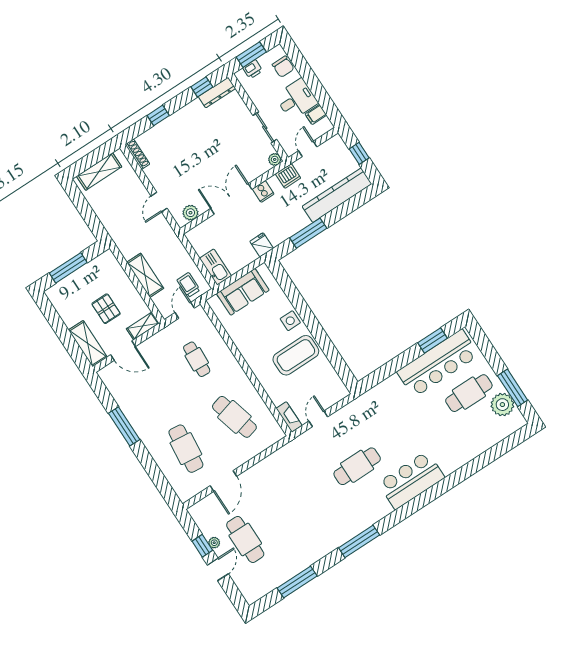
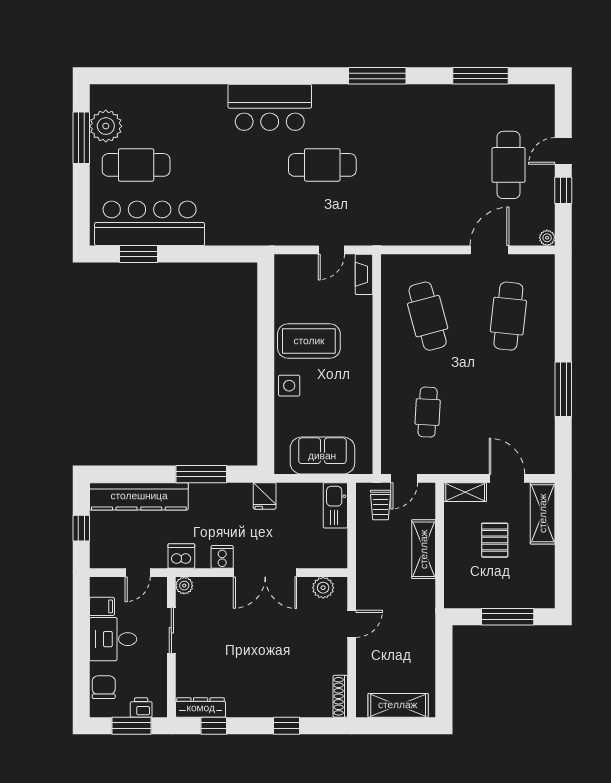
plant: (214, 543) -> (547, 238), moved

